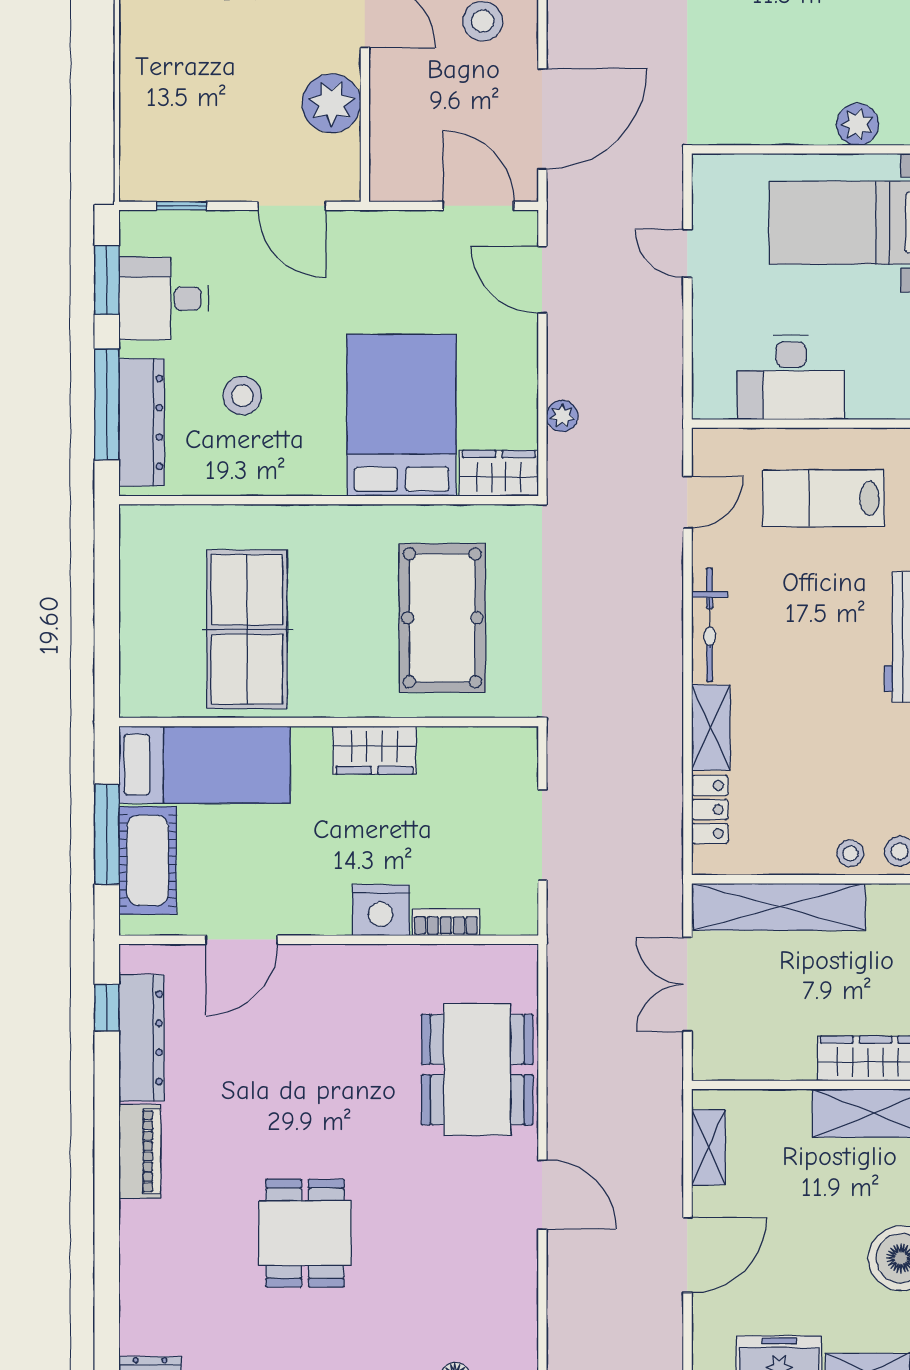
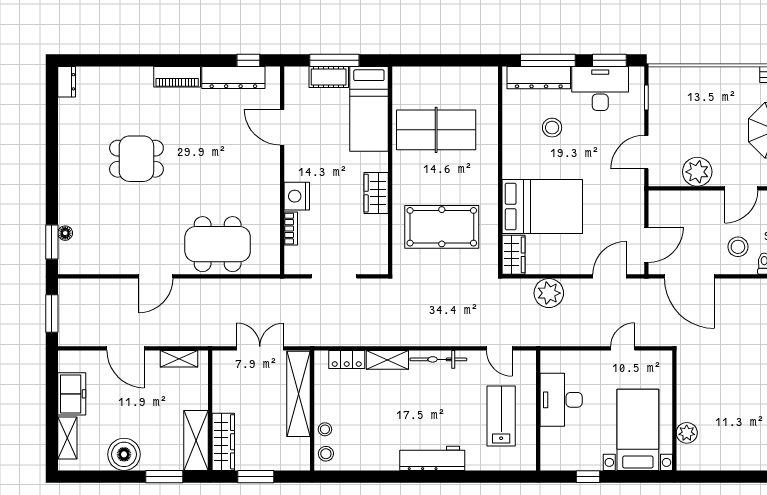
desk: (164, 299) -> (600, 88), width x1.37
plant: (562, 416) -> (549, 293), width x1.87, depth x1.87
cot: (148, 860) -> (329, 77), width x0.73, depth x0.75

